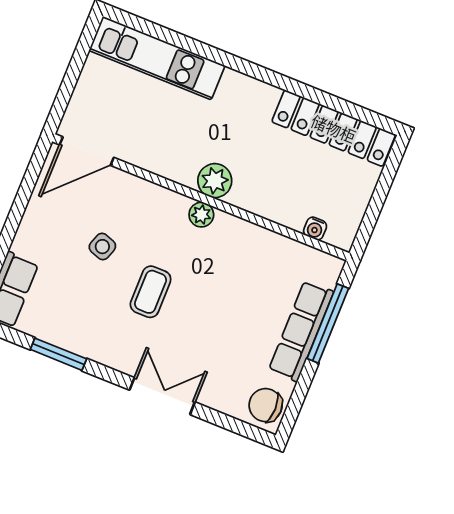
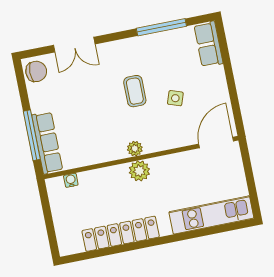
locker: (334, 128) -> (121, 234), moved
row of seats: (301, 331) -> (47, 143), moved
window: (58, 354) -> (161, 27), width x1.44
double door: (162, 396) -> (74, 45), moved

